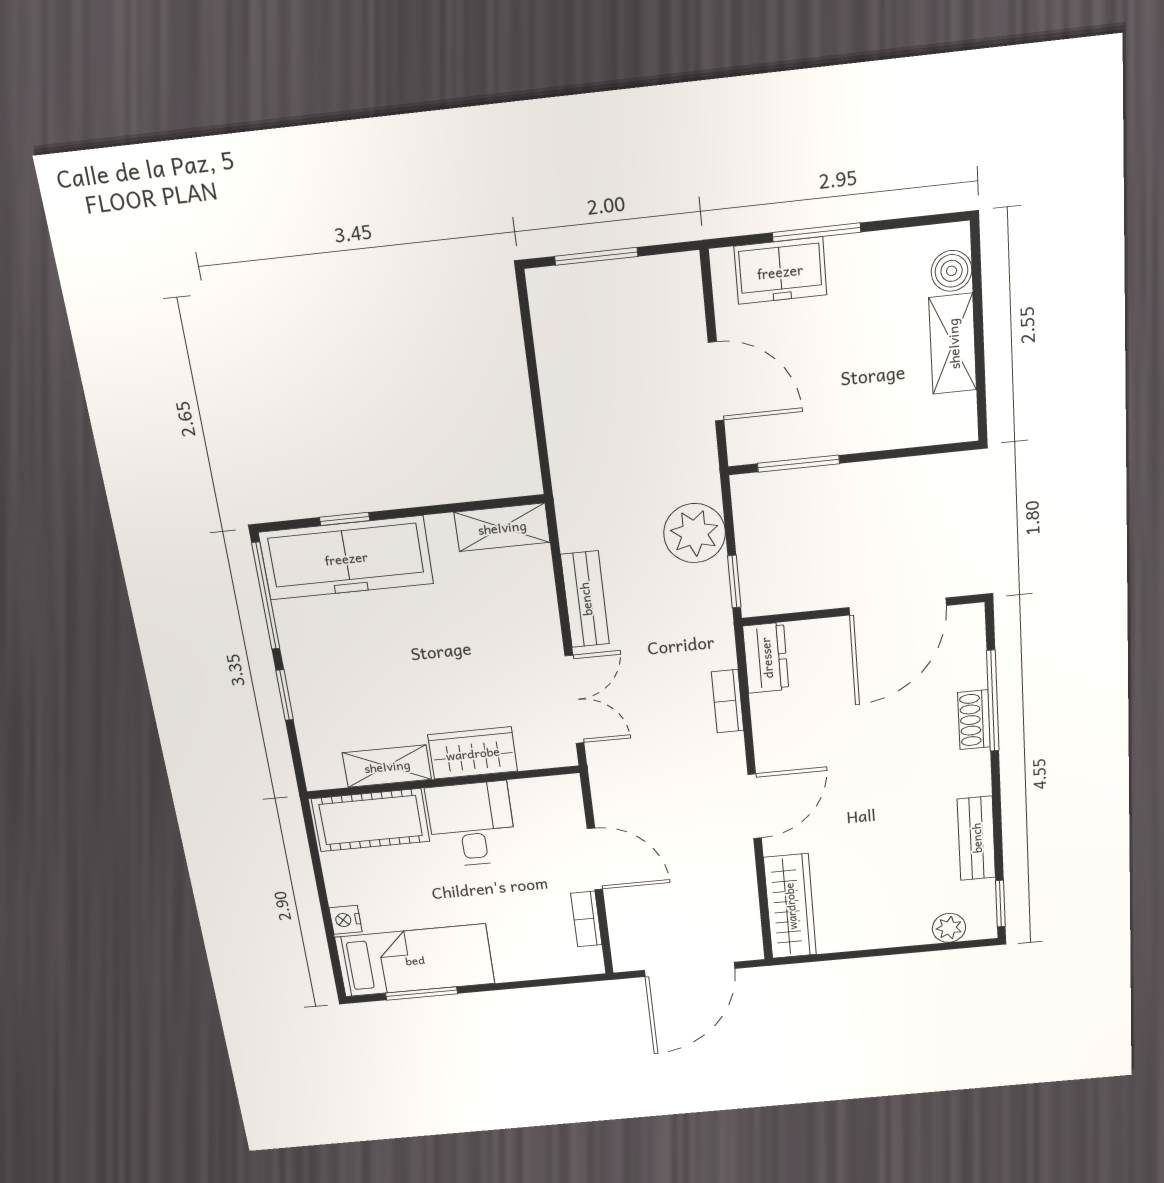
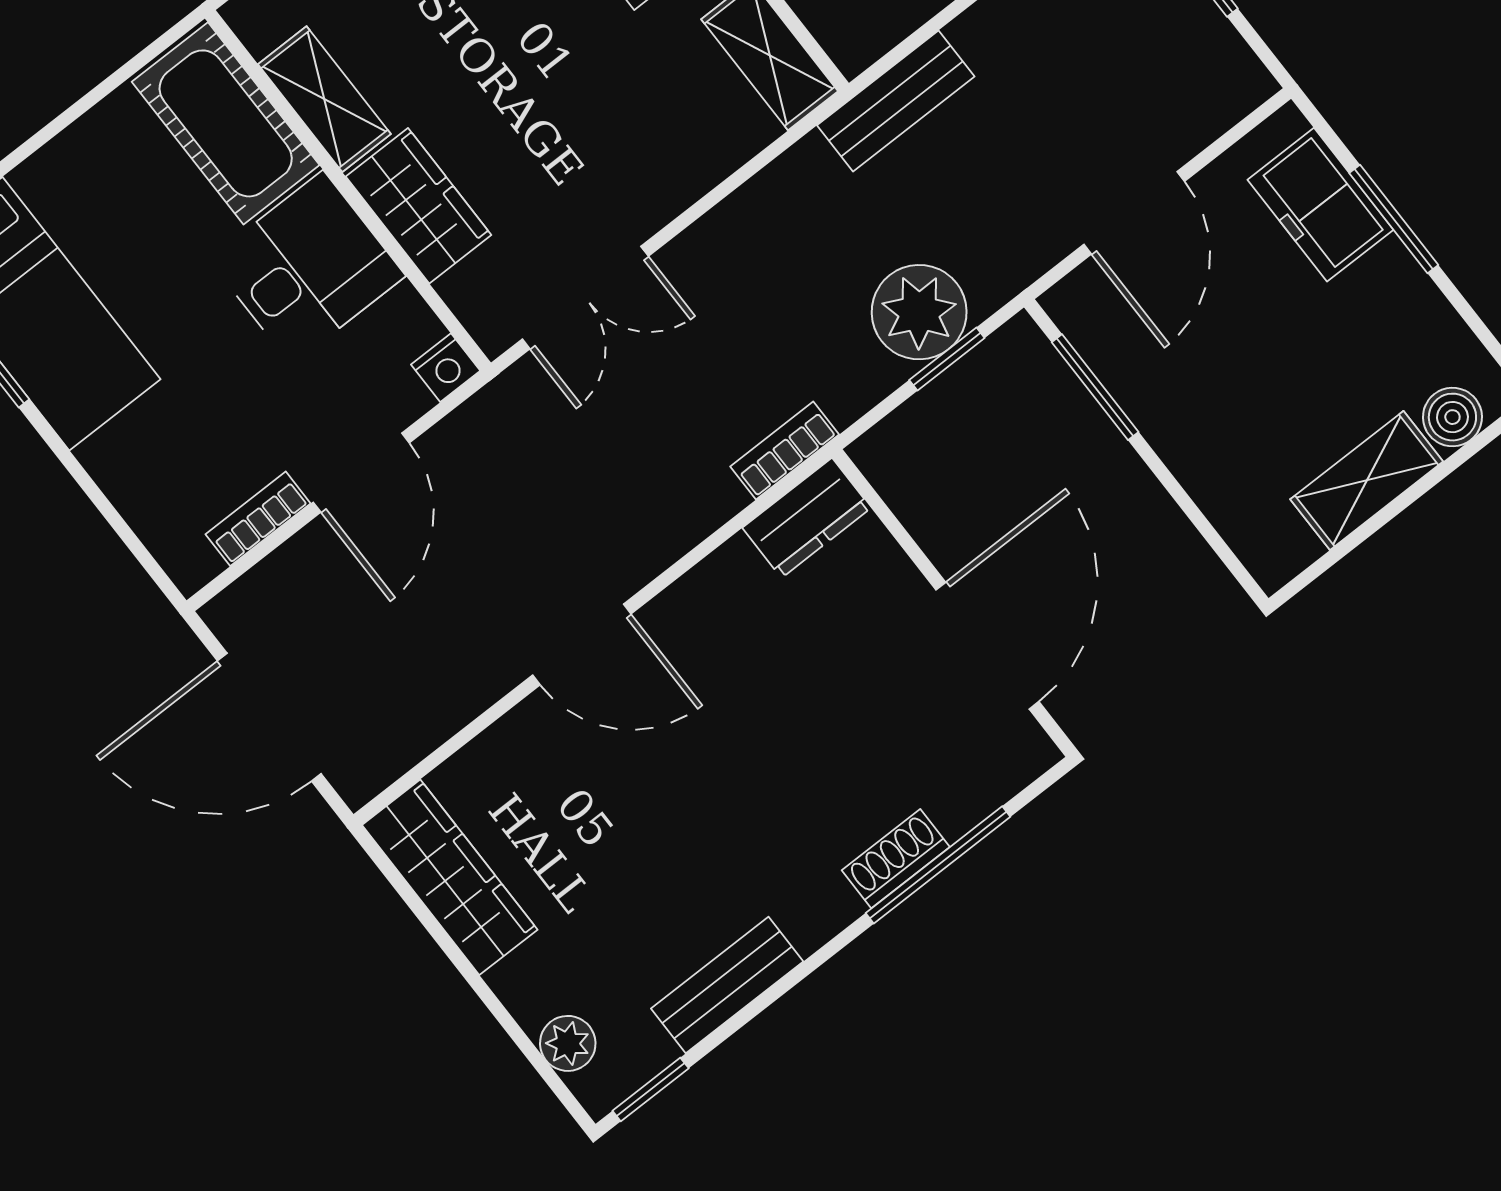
window: (734, 582) -> (947, 359), moved
bench: (585, 599) -> (896, 101), moved
door: (898, 607) -> (987, 646), swing flipped
bookcase: (728, 701) -> (785, 451), moved
wardrobe: (790, 906) -> (450, 877), moved, turned -90
nightstand: (346, 920) -> (446, 368), moved, turned 180

